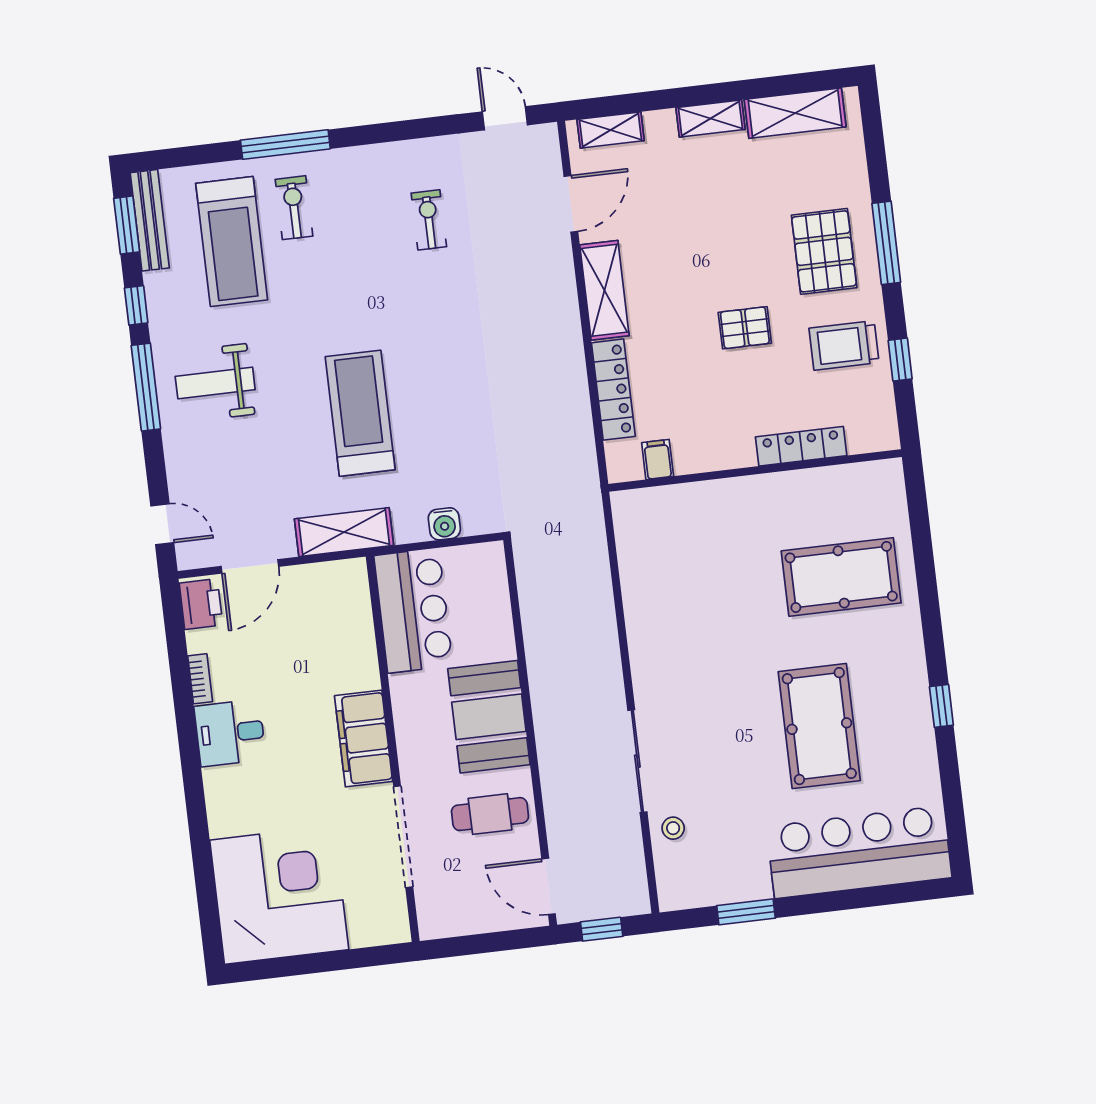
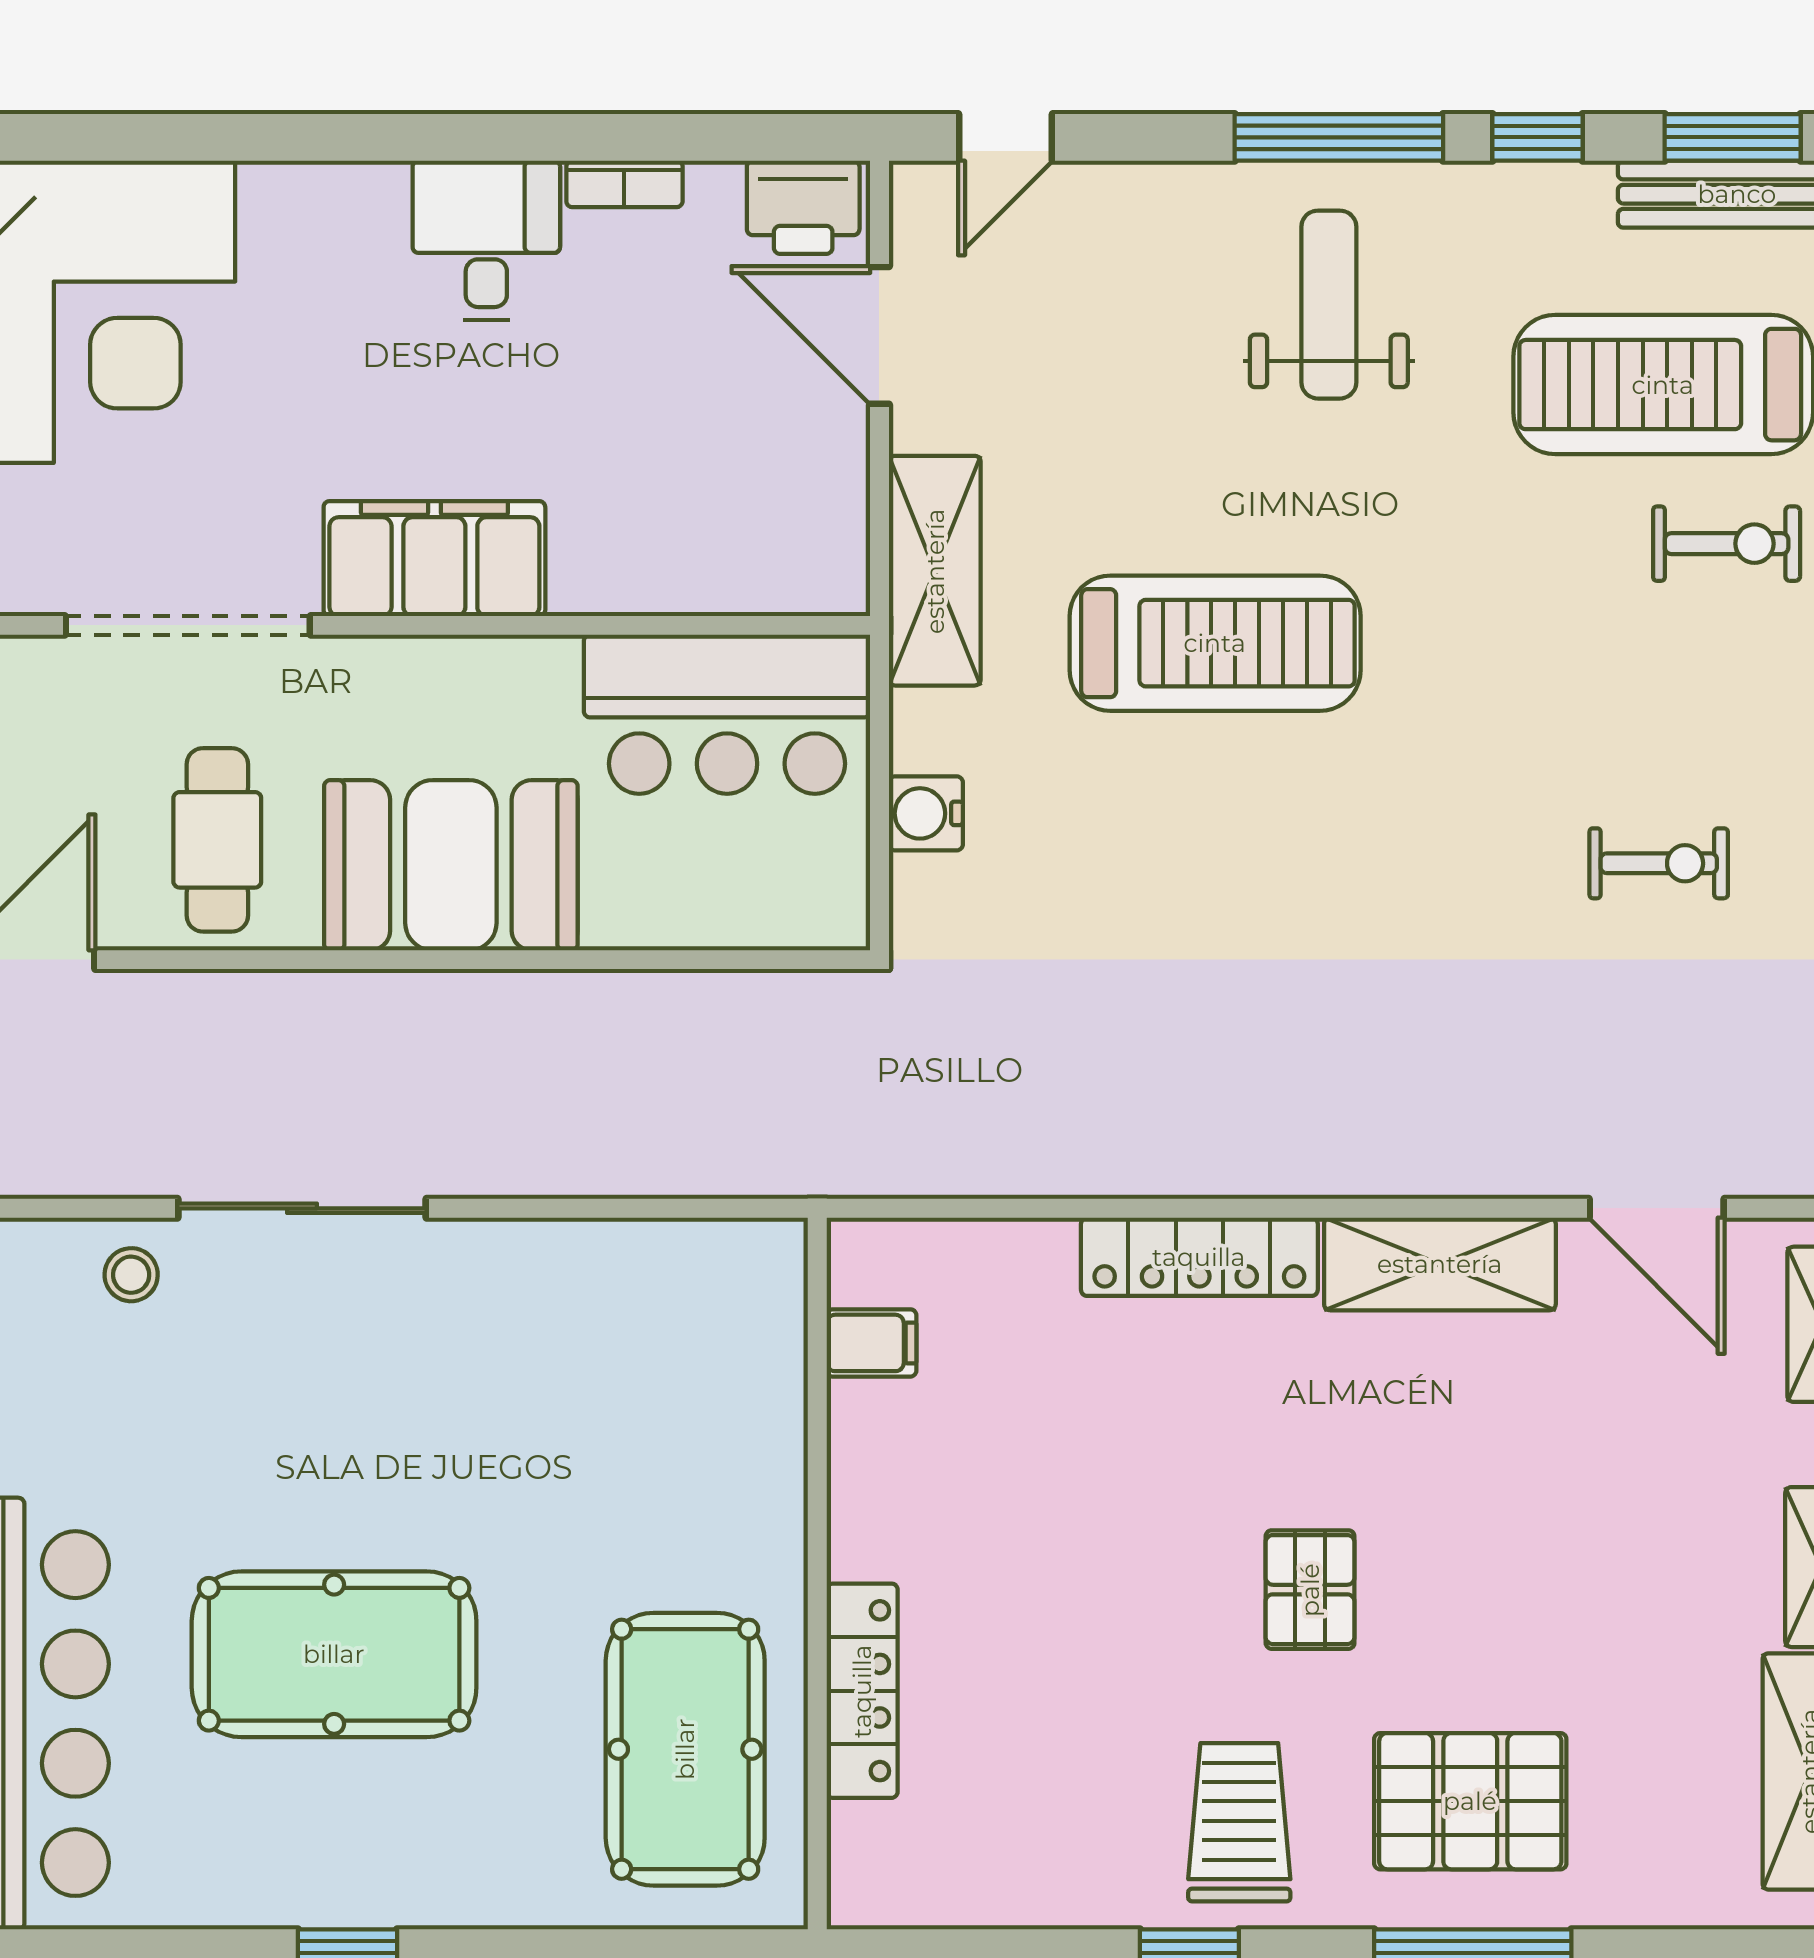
locker: (801, 446) -> (862, 1691), moved
filing cabinet: (658, 459) -> (872, 1343), moved
wall: (755, 470) -> (817, 1574), moved

